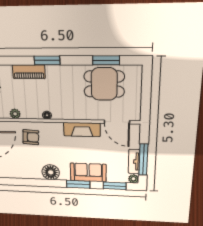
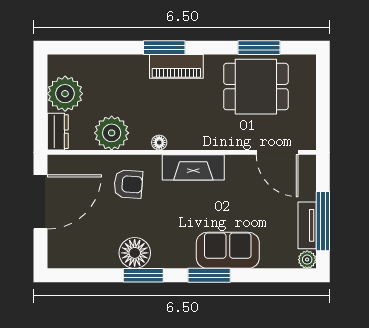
piano: (29, 72) -> (176, 66), moved
plant: (15, 114) -> (112, 133), width x1.87, depth x1.87
fireplace: (82, 129) -> (193, 167), moved
floor lamp: (51, 172) -> (135, 253), moved
window: (115, 186) -> (143, 275), moved

